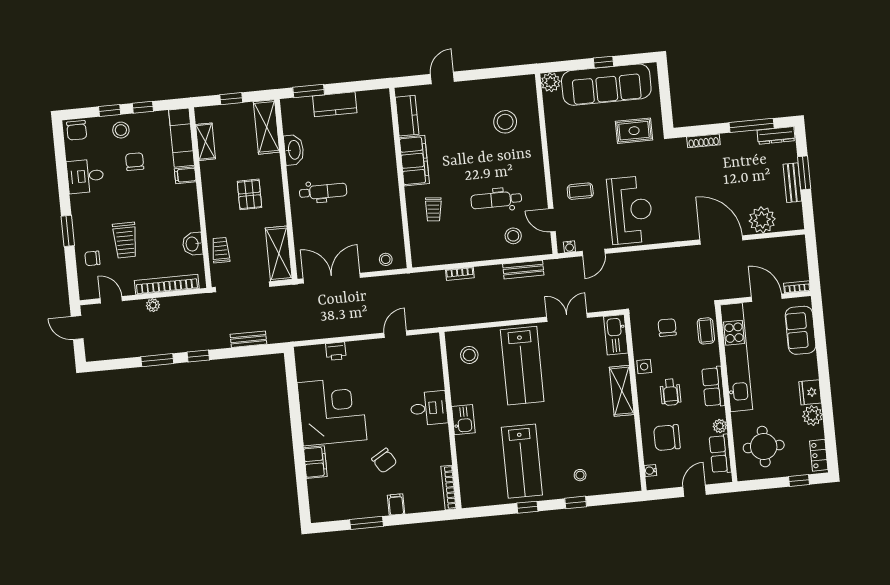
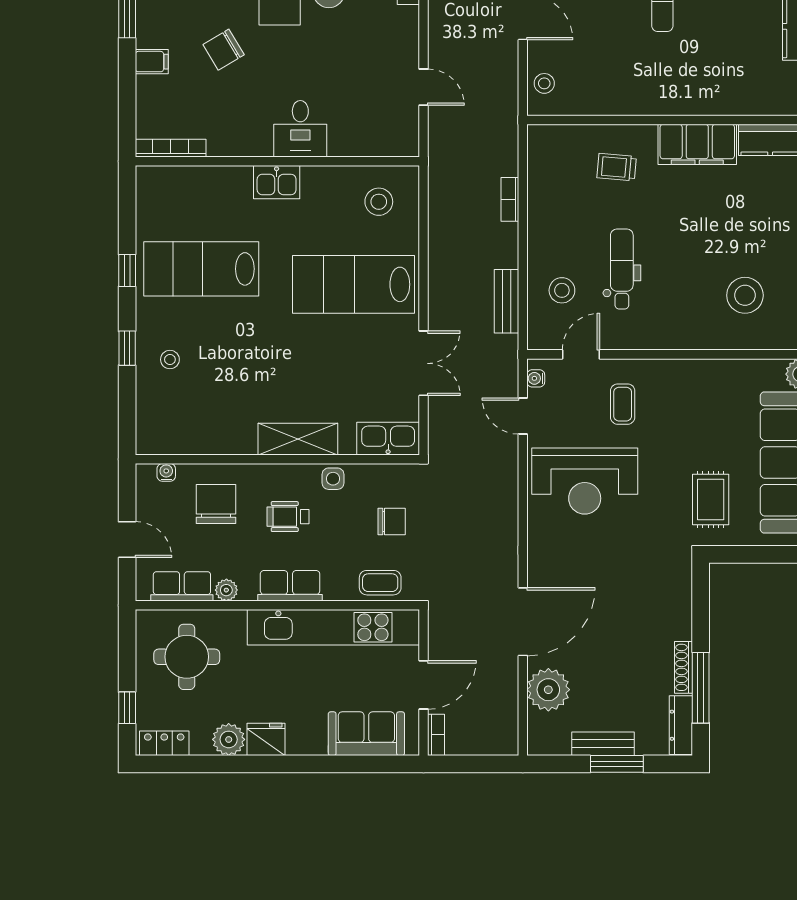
shoe rack: (703, 141) -> (684, 667), moved

